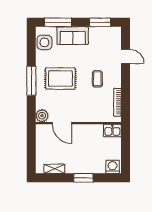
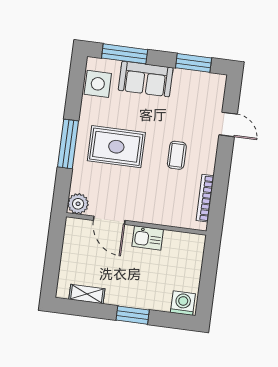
kitchen sink: (112, 131) -> (148, 238), moved

